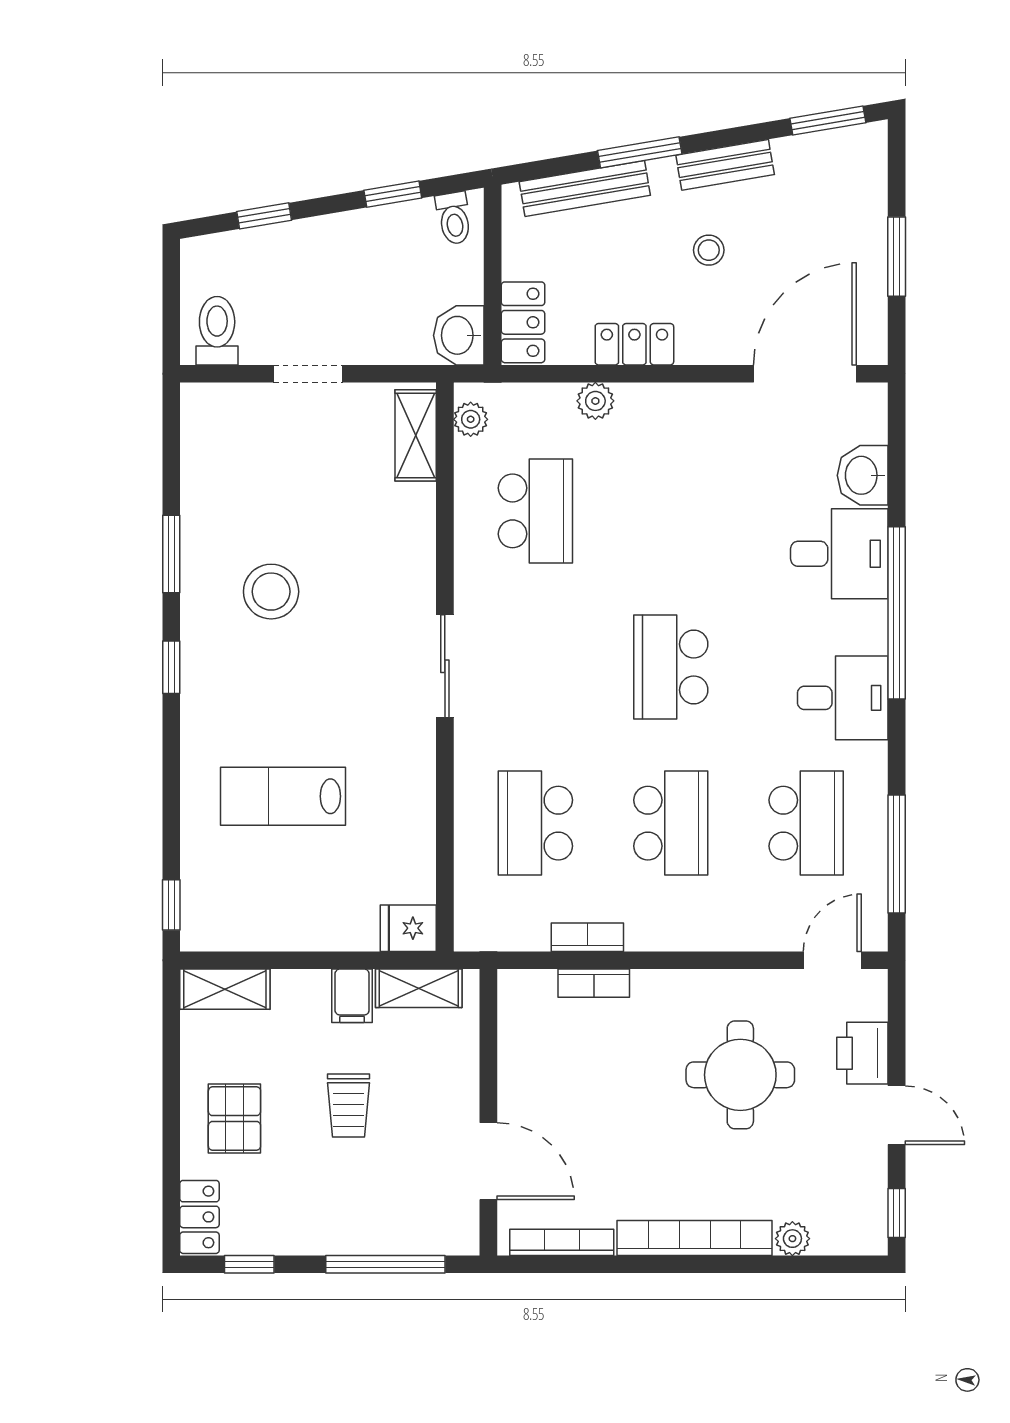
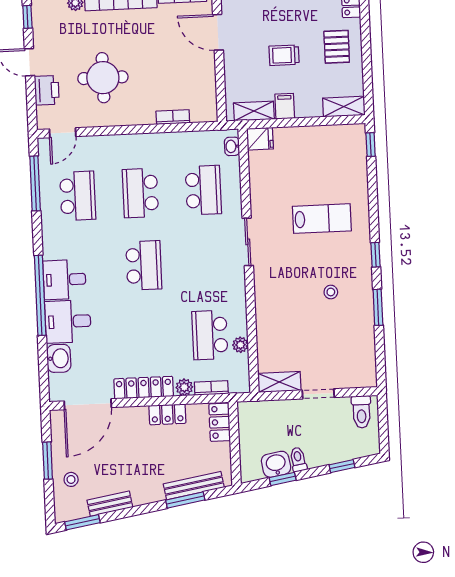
window: (640, 152) -> (185, 500), moved
bench: (725, 165) -> (110, 504), moved
toilet: (454, 218) -> (298, 459), moved
stool: (709, 250) -> (71, 479), moved
washbasin: (459, 335) -> (276, 464), moved, turned -100
locker: (683, 404) -> (144, 388), added
plant: (471, 419) -> (240, 345), moved
shelving: (416, 435) -> (279, 382), moved, turned 90
stool: (271, 592) -> (331, 292), width x0.53, depth x0.53
sliding door: (445, 666) -> (248, 242), moved
desk: (843, 698) -> (64, 280), moved
lab bench: (283, 796) -> (322, 219), moved
school desk: (806, 823) -> (78, 196), turned 180
washbasin: (469, 915) -> (232, 146), added
bookcase: (587, 937) -> (211, 388), moved, turned 180
trolley: (348, 1105) -> (284, 55), turned -90

